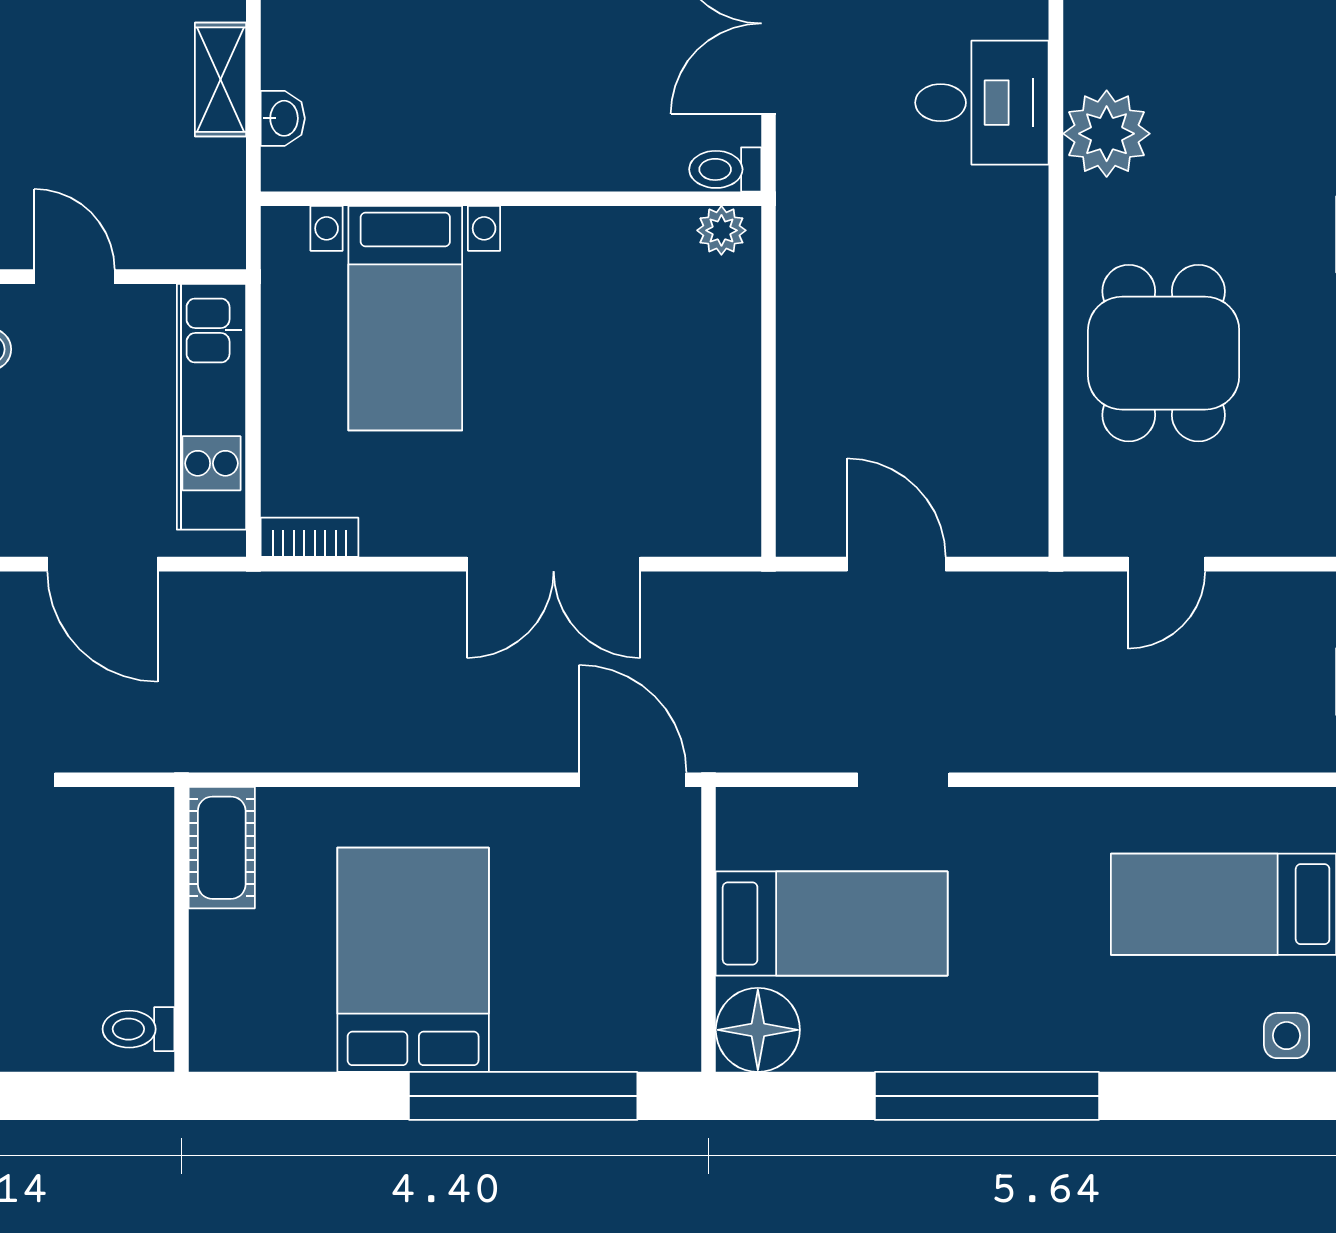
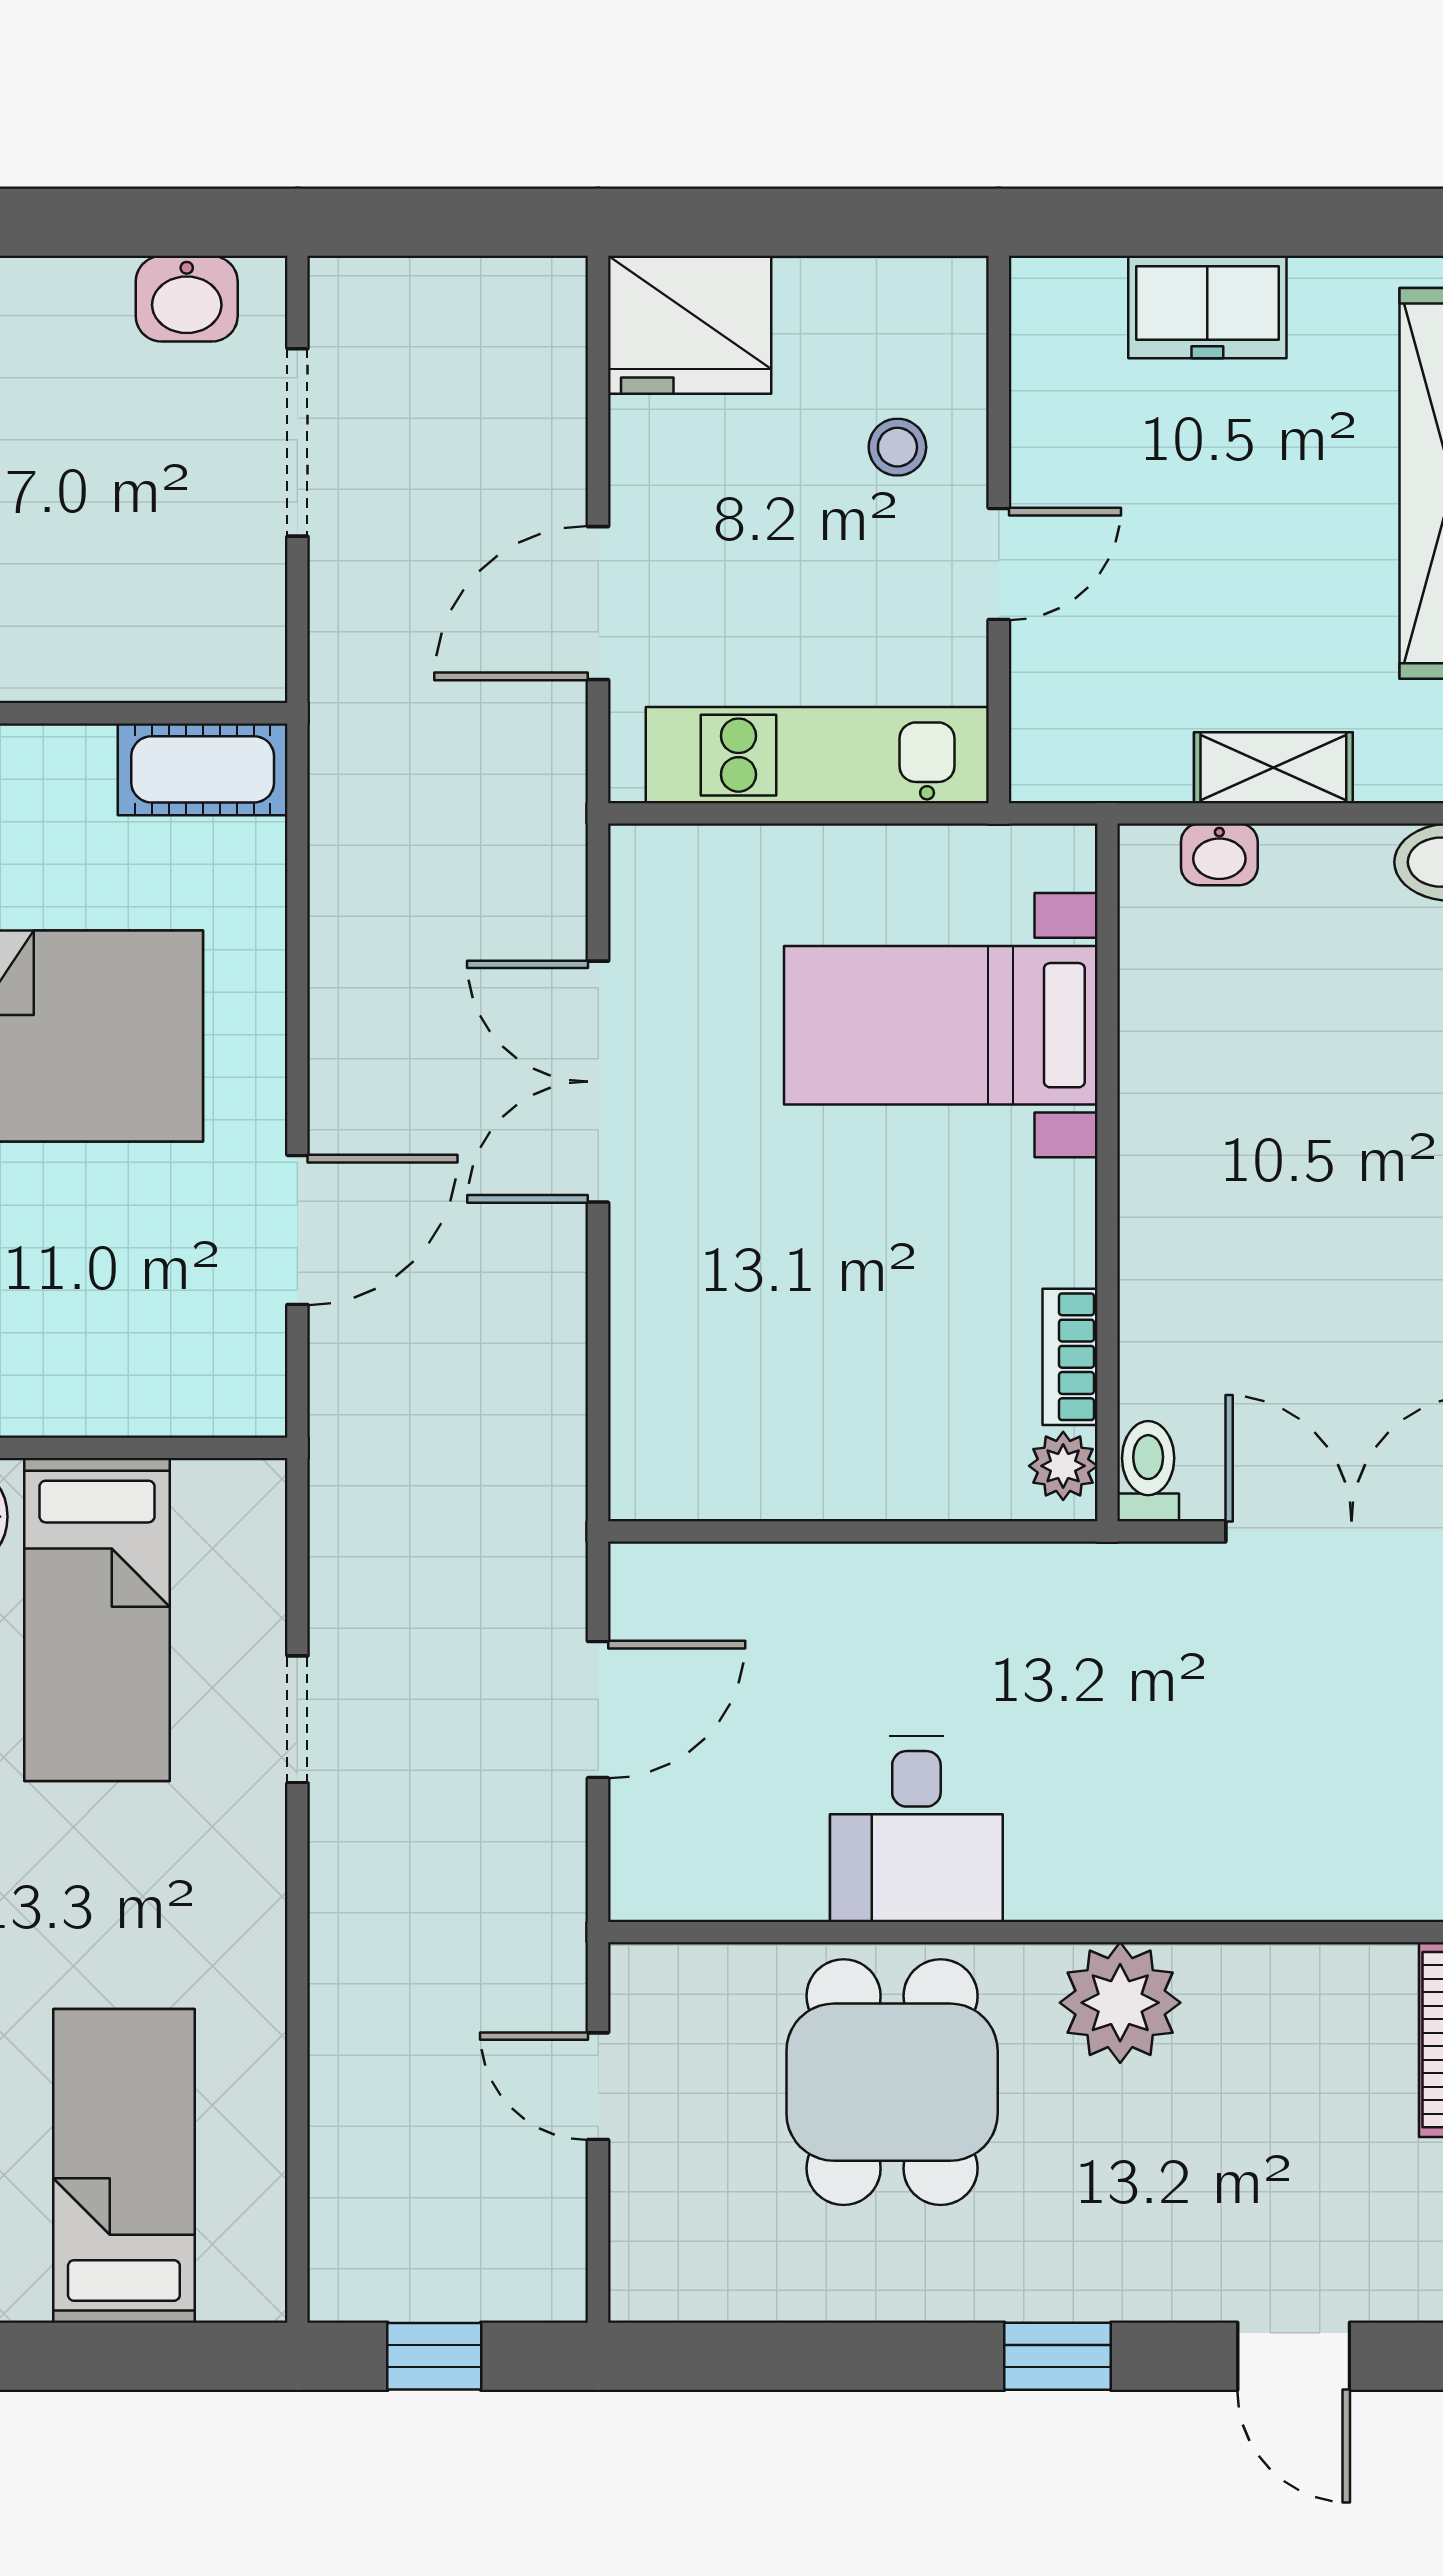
desk: (982, 103) -> (916, 1829), moved
plant: (1107, 134) -> (1120, 2003), moved
dining table: (1164, 353) -> (892, 2082), turned 90
bookcase: (310, 537) -> (1070, 1357), moved, turned 180
double door: (554, 564) -> (598, 1082), moved
door: (633, 780) -> (297, 1230), moved

